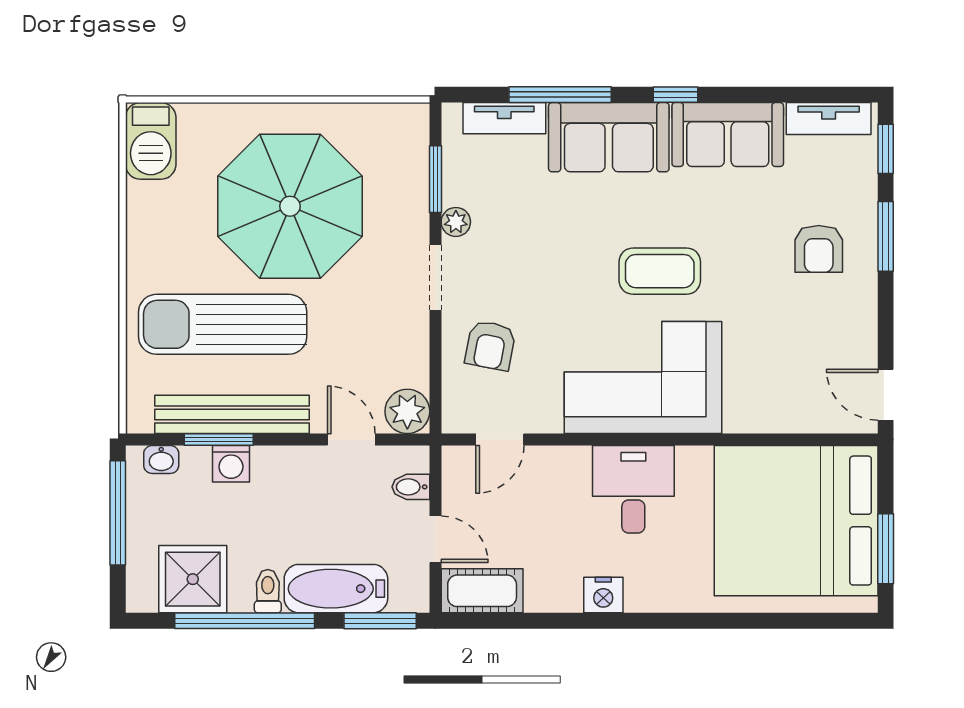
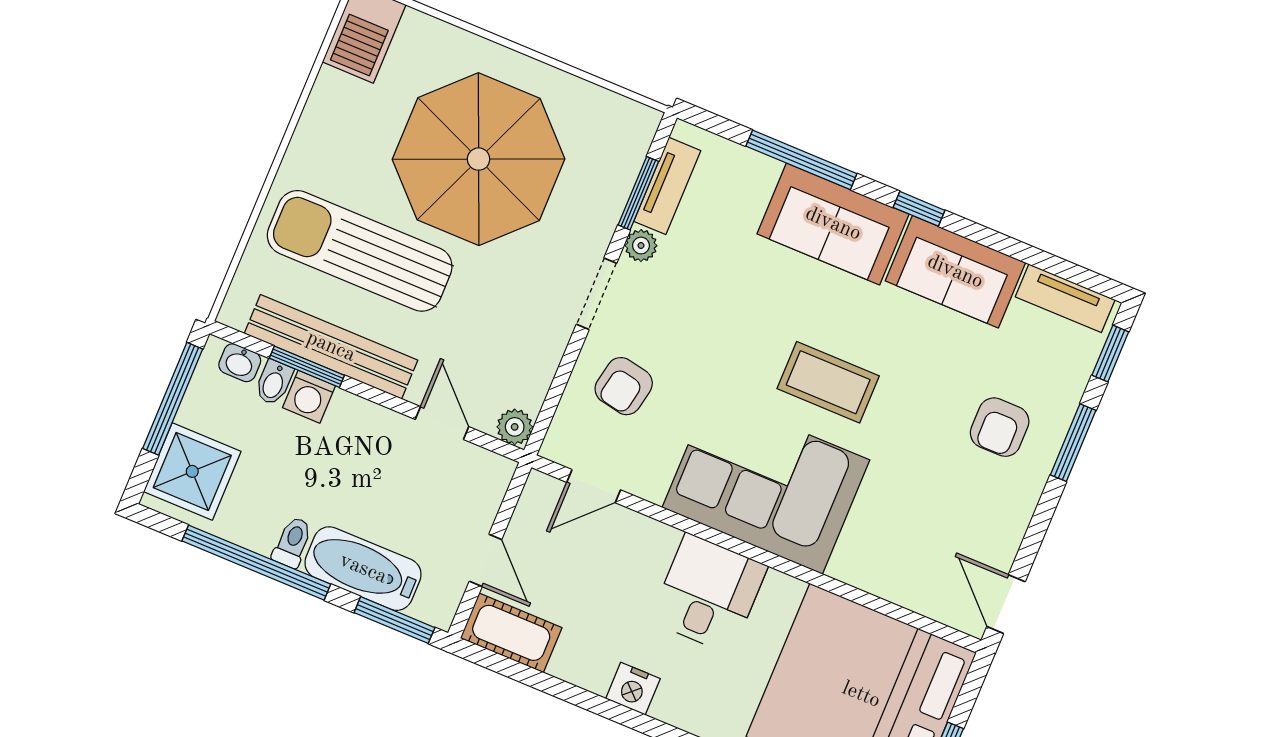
tv unit: (504, 118) -> (667, 186), moved, turned -90
plant: (407, 411) -> (515, 427), width x0.73, depth x0.73
bidet: (411, 487) -> (274, 382), moved, turned -90
shower: (193, 579) -> (192, 471), moved

